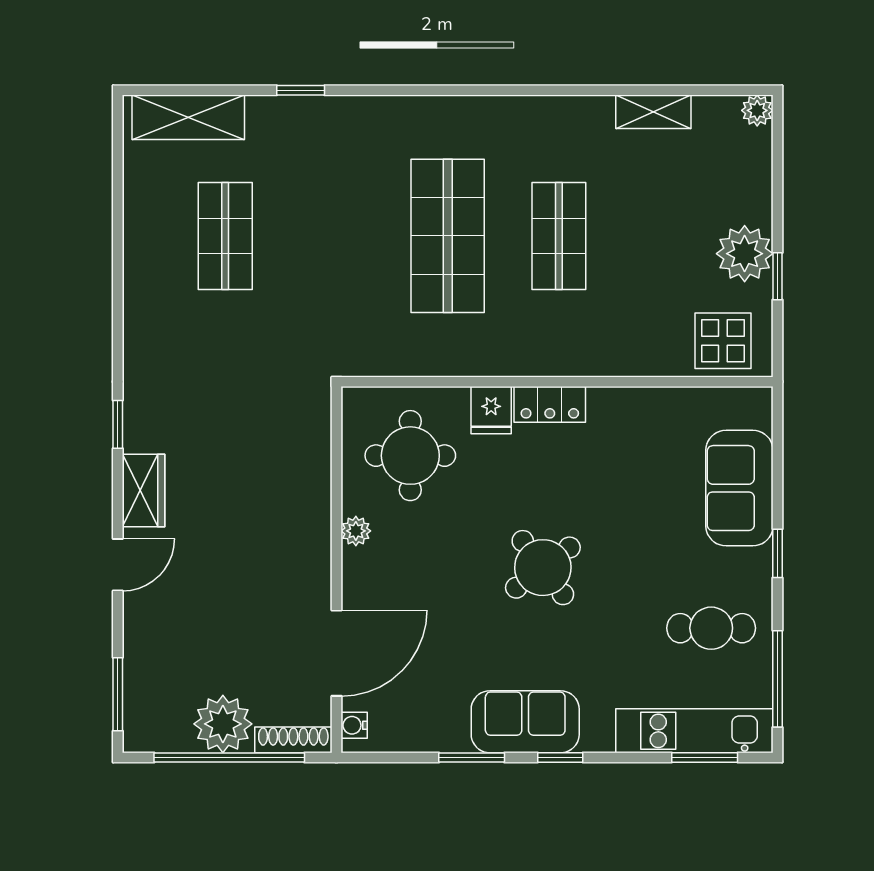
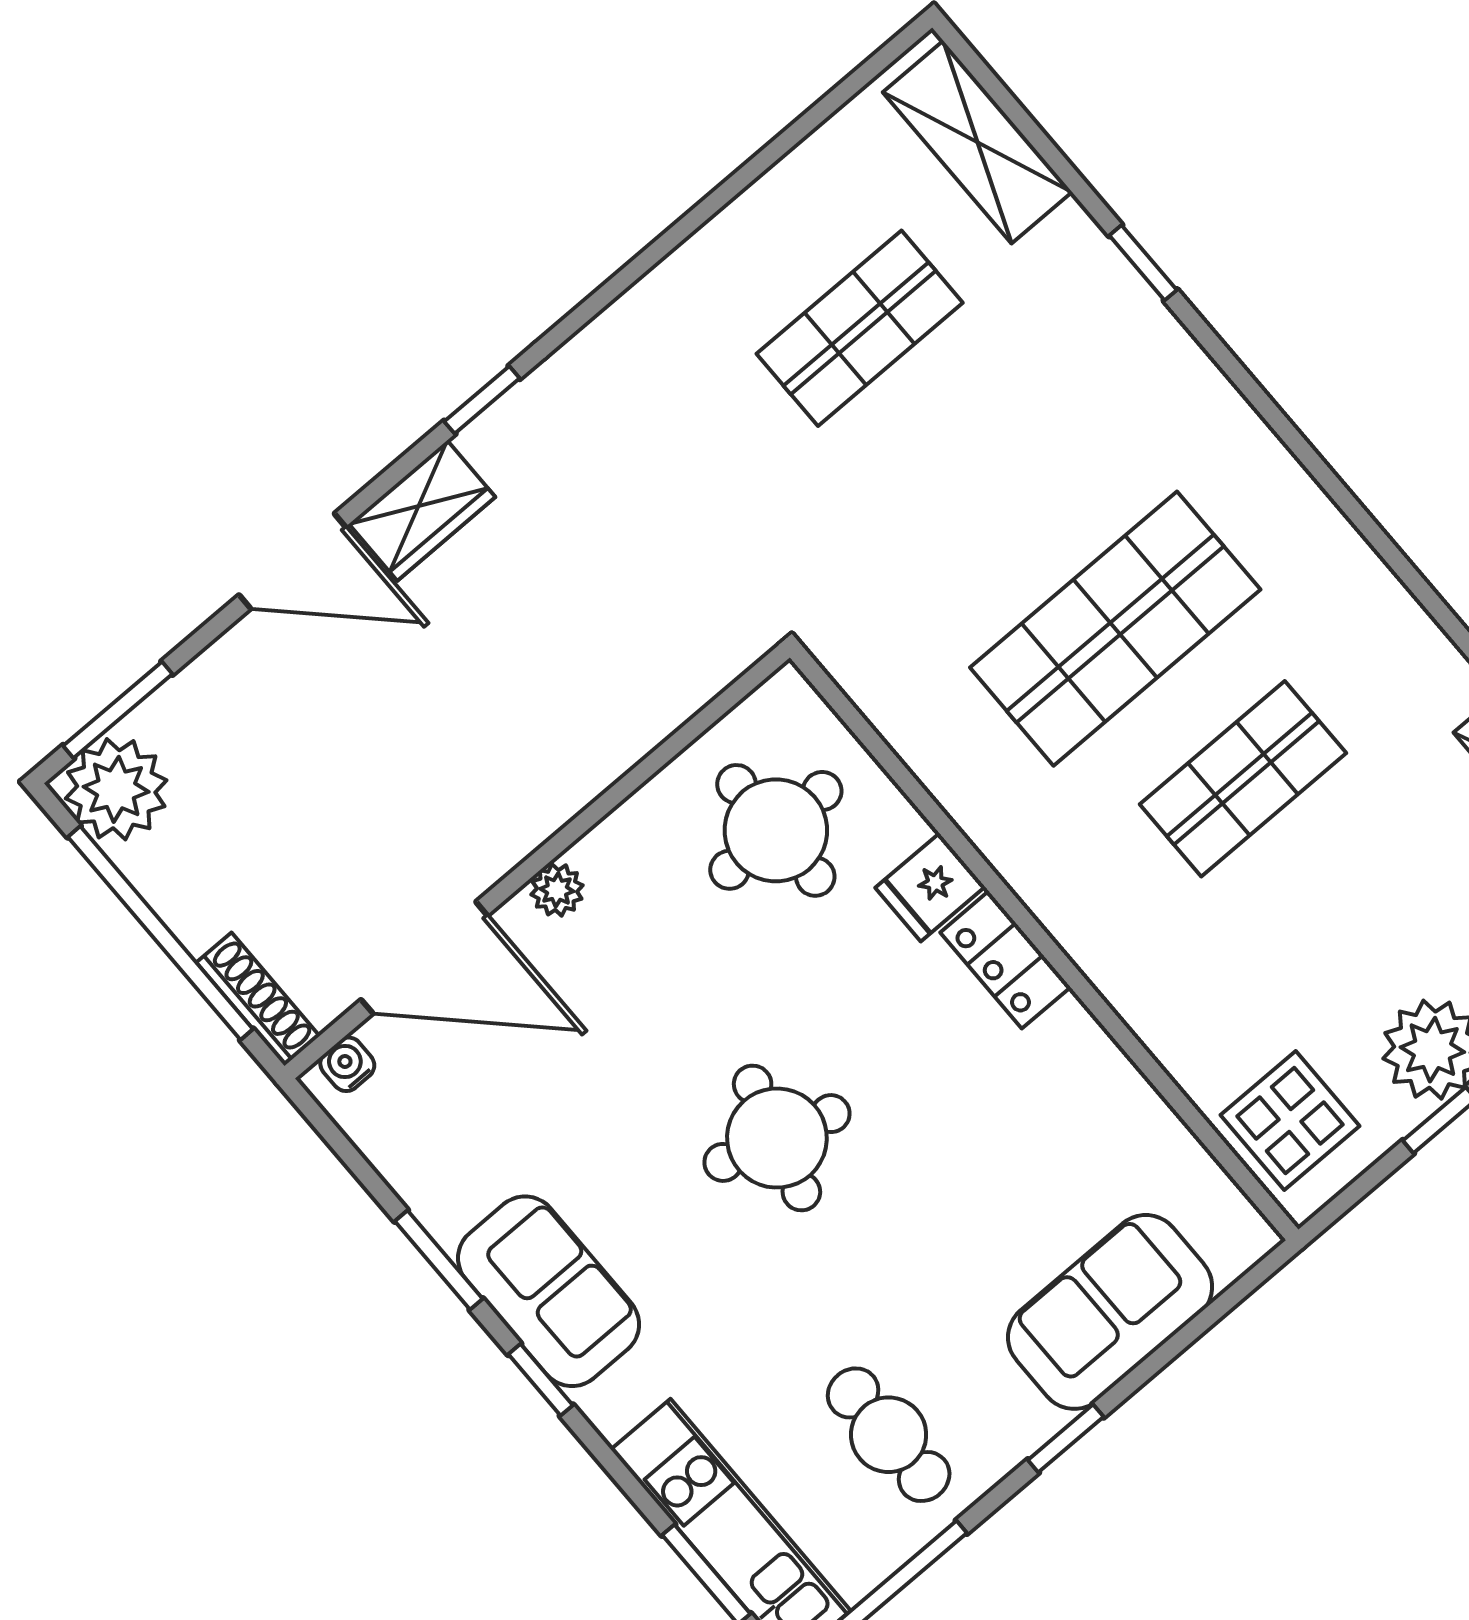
plant: (356, 531) -> (557, 890), moved
door: (118, 565) -> (292, 561), width x1.38
round table: (543, 568) -> (777, 1138), turned -37
plant: (223, 724) -> (116, 789), moved

